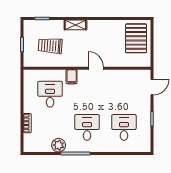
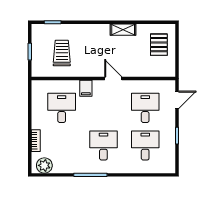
shelving: (75, 25) -> (123, 30), moved
pallet: (136, 38) -> (159, 45), width x0.67, depth x0.71
trolley: (50, 46) -> (62, 53), turned 86
desk: (124, 94) -> (145, 108), added
plant: (59, 145) -> (44, 165), moved

